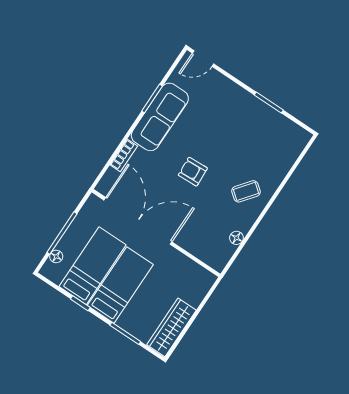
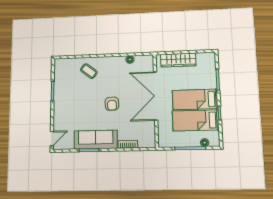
door: (203, 58) -> (52, 139), hinge flipped
coffee table: (246, 191) -> (89, 71), moved
double door: (138, 221) -> (156, 96), moved
wardrobe: (171, 327) -> (178, 60), moved

